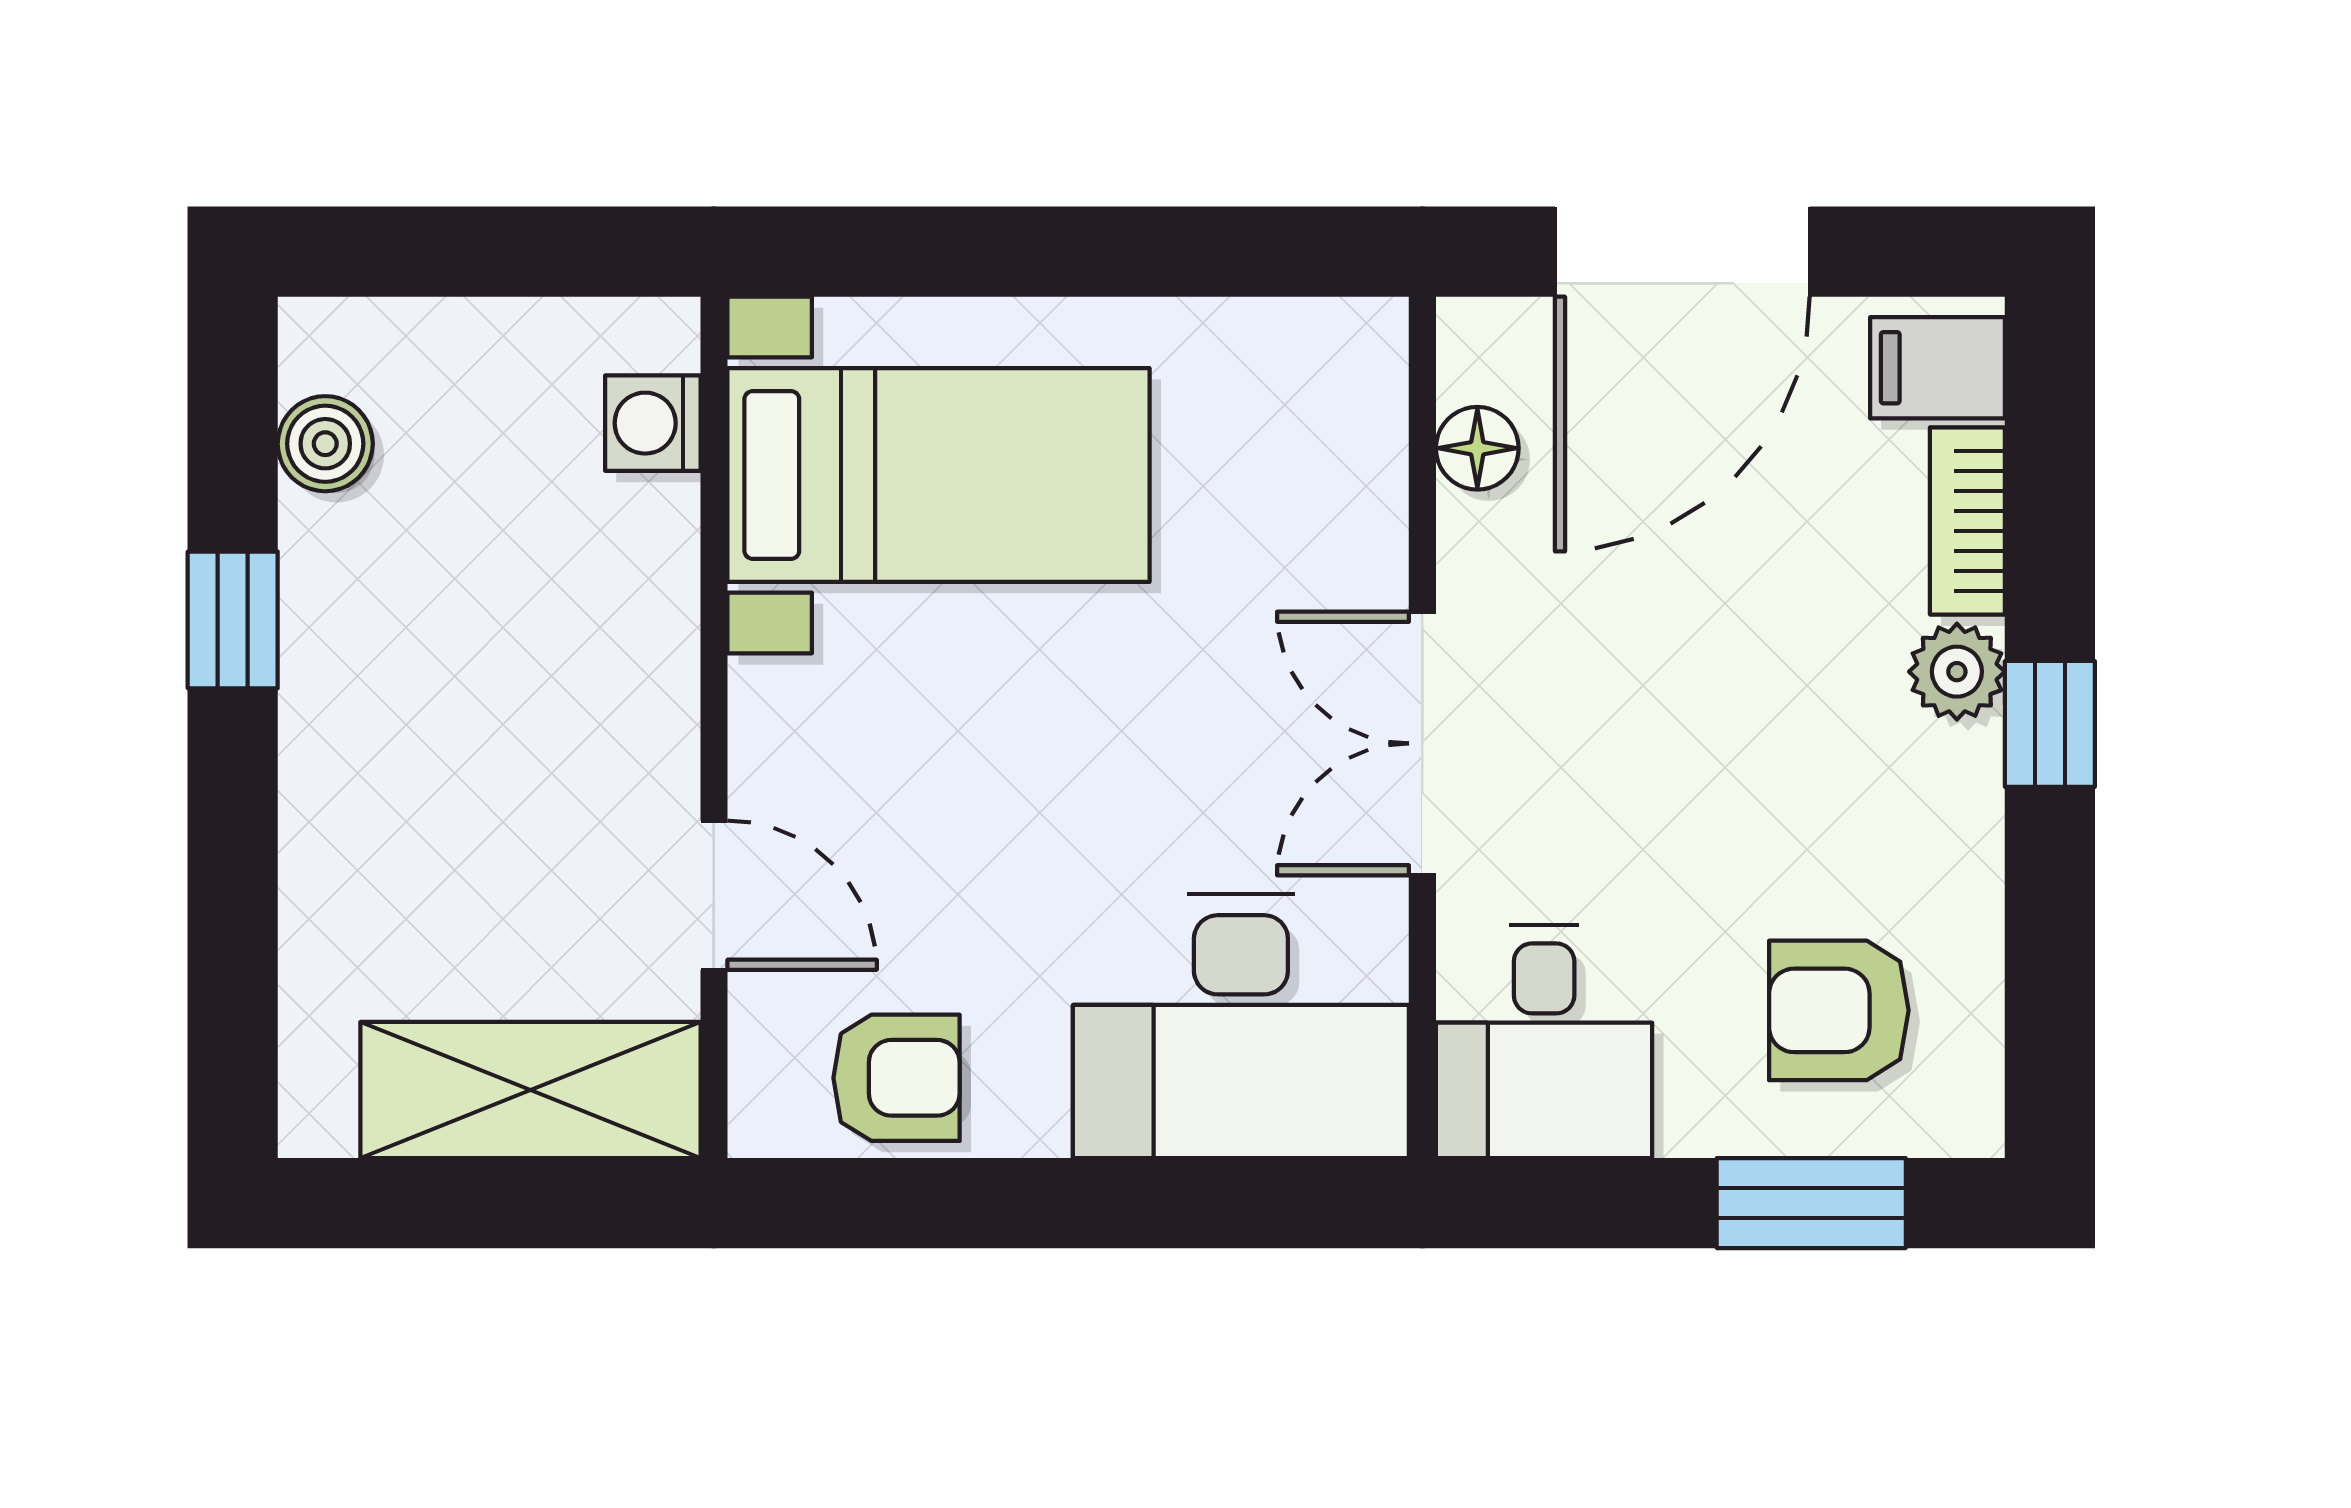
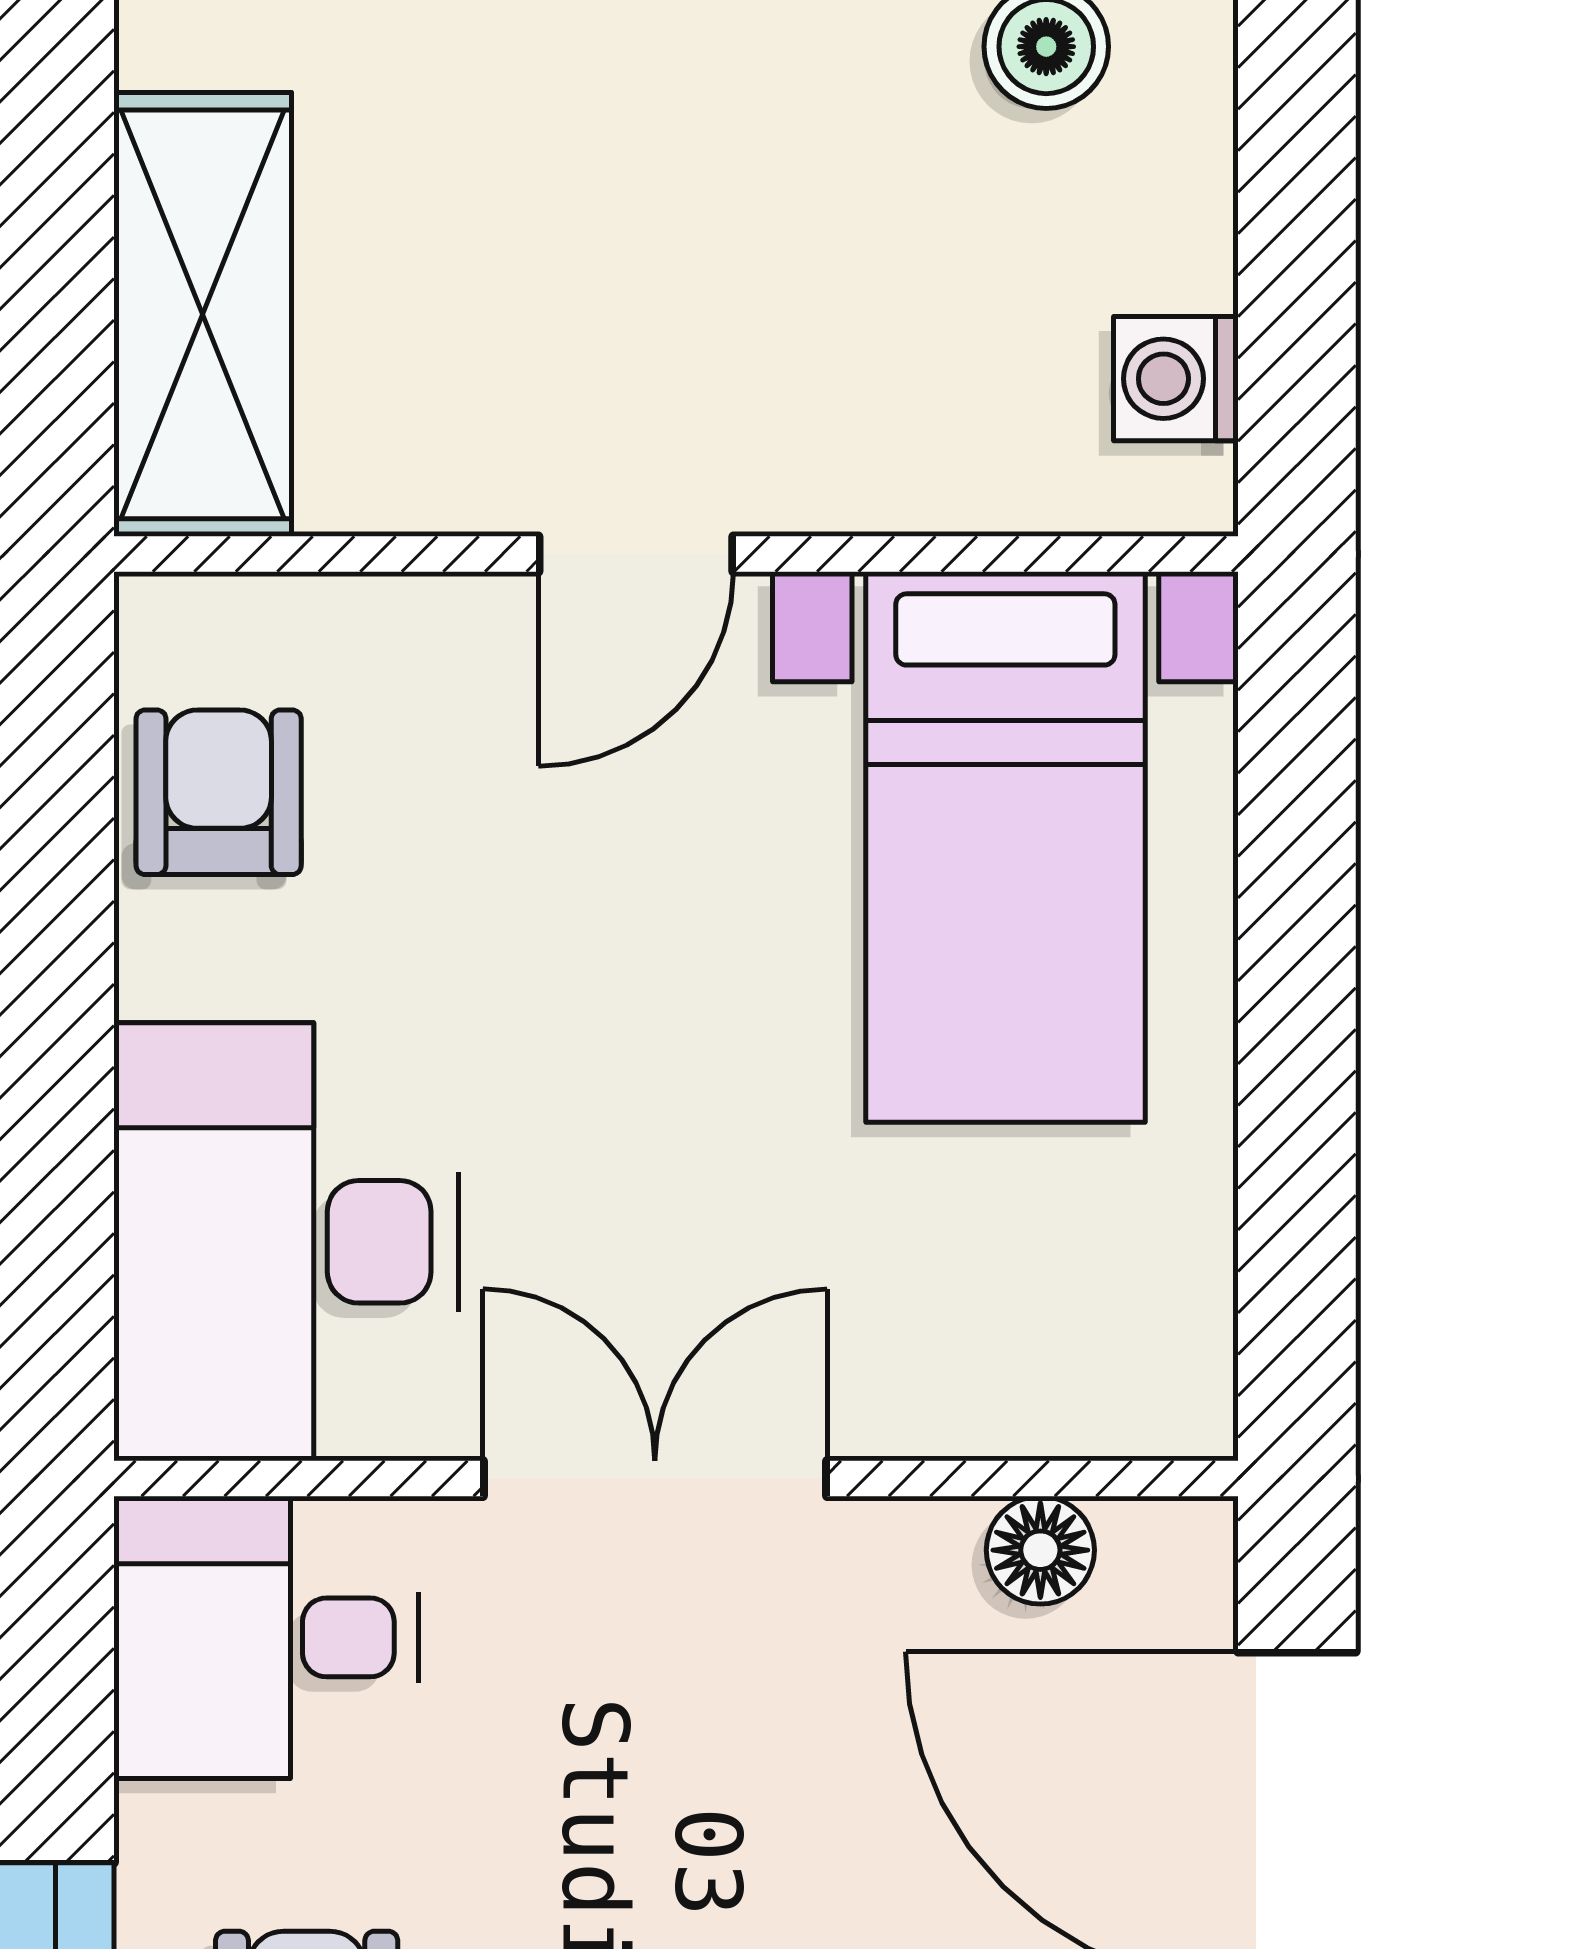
washing machine: (653, 423) -> (1176, 379), moved, turned -90
door: (714, 895) -> (636, 554), moved
armchair: (897, 1078) -> (219, 792), turned 180

